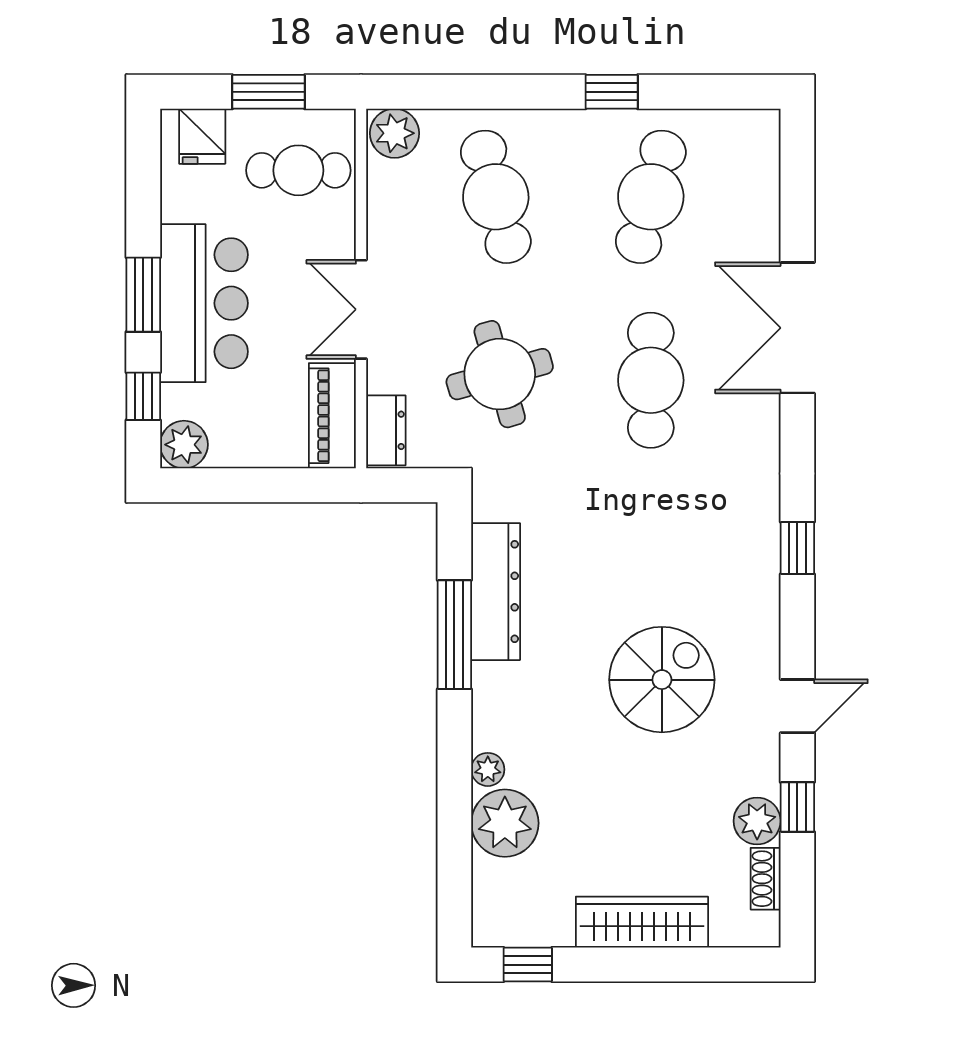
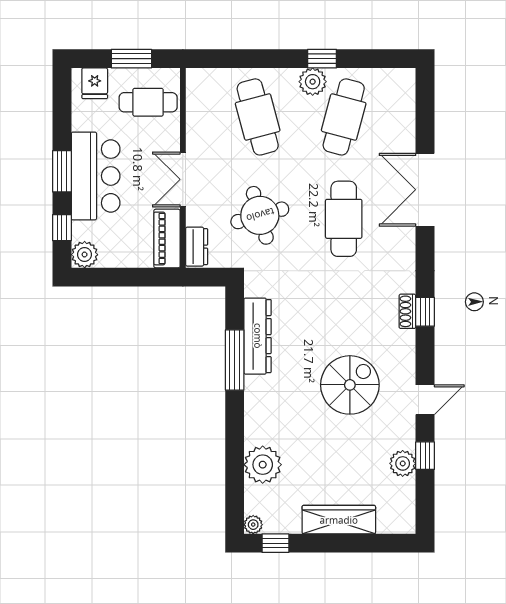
plant: (394, 133) -> (313, 82), moved
plant: (488, 769) -> (253, 525), moved
shoe rack: (766, 879) -> (407, 311), moved

